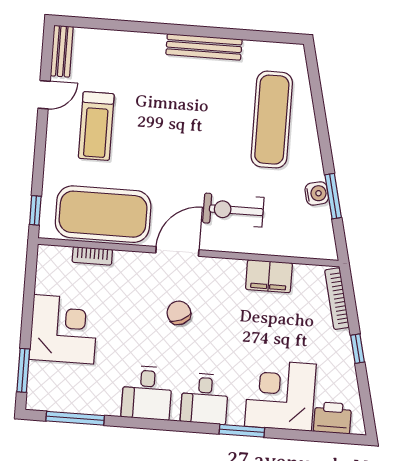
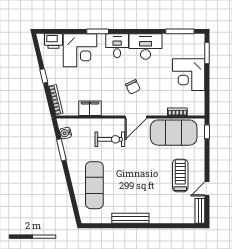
water cooler: (317, 193) -> (65, 133), moved
desk: (147, 393) -> (146, 47), width x1.37

